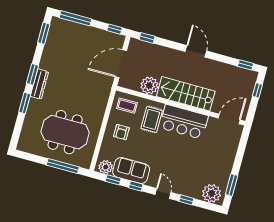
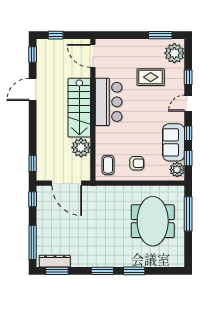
door: (196, 51) -> (33, 89), moved
dresser: (39, 84) -> (55, 261), moved
rug: (152, 119) -> (151, 77), moved

